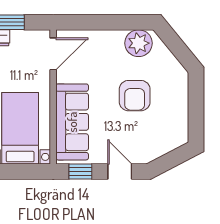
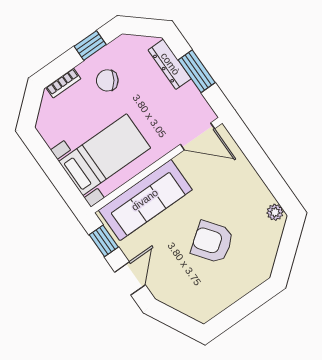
plant: (139, 43) -> (275, 212), width x0.53, depth x0.53
armchair: (135, 96) -> (212, 242), turned 53

